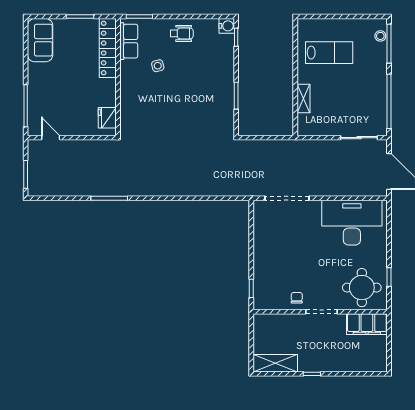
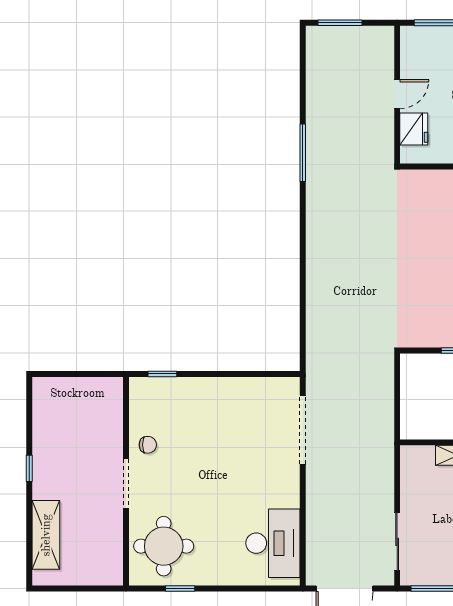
fridge: (107, 118) -> (414, 129), moved, turned 90
door: (51, 138) -> (397, 94), moved
desk: (352, 223) -> (273, 543), width x0.73, depth x0.77
filing cabinet: (367, 324) -> (107, 554), removed
shelving: (275, 363) -> (46, 535), moved

